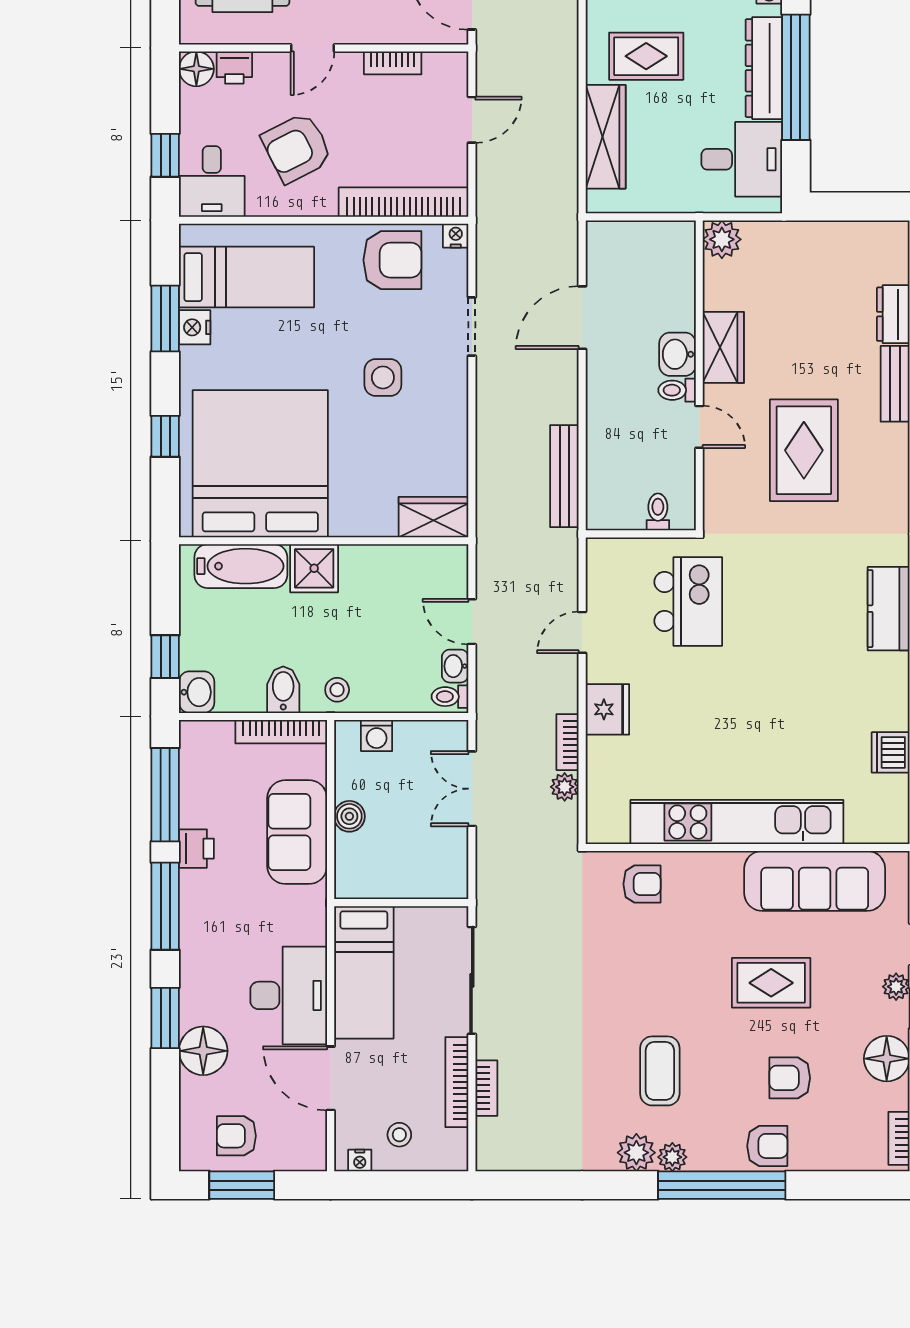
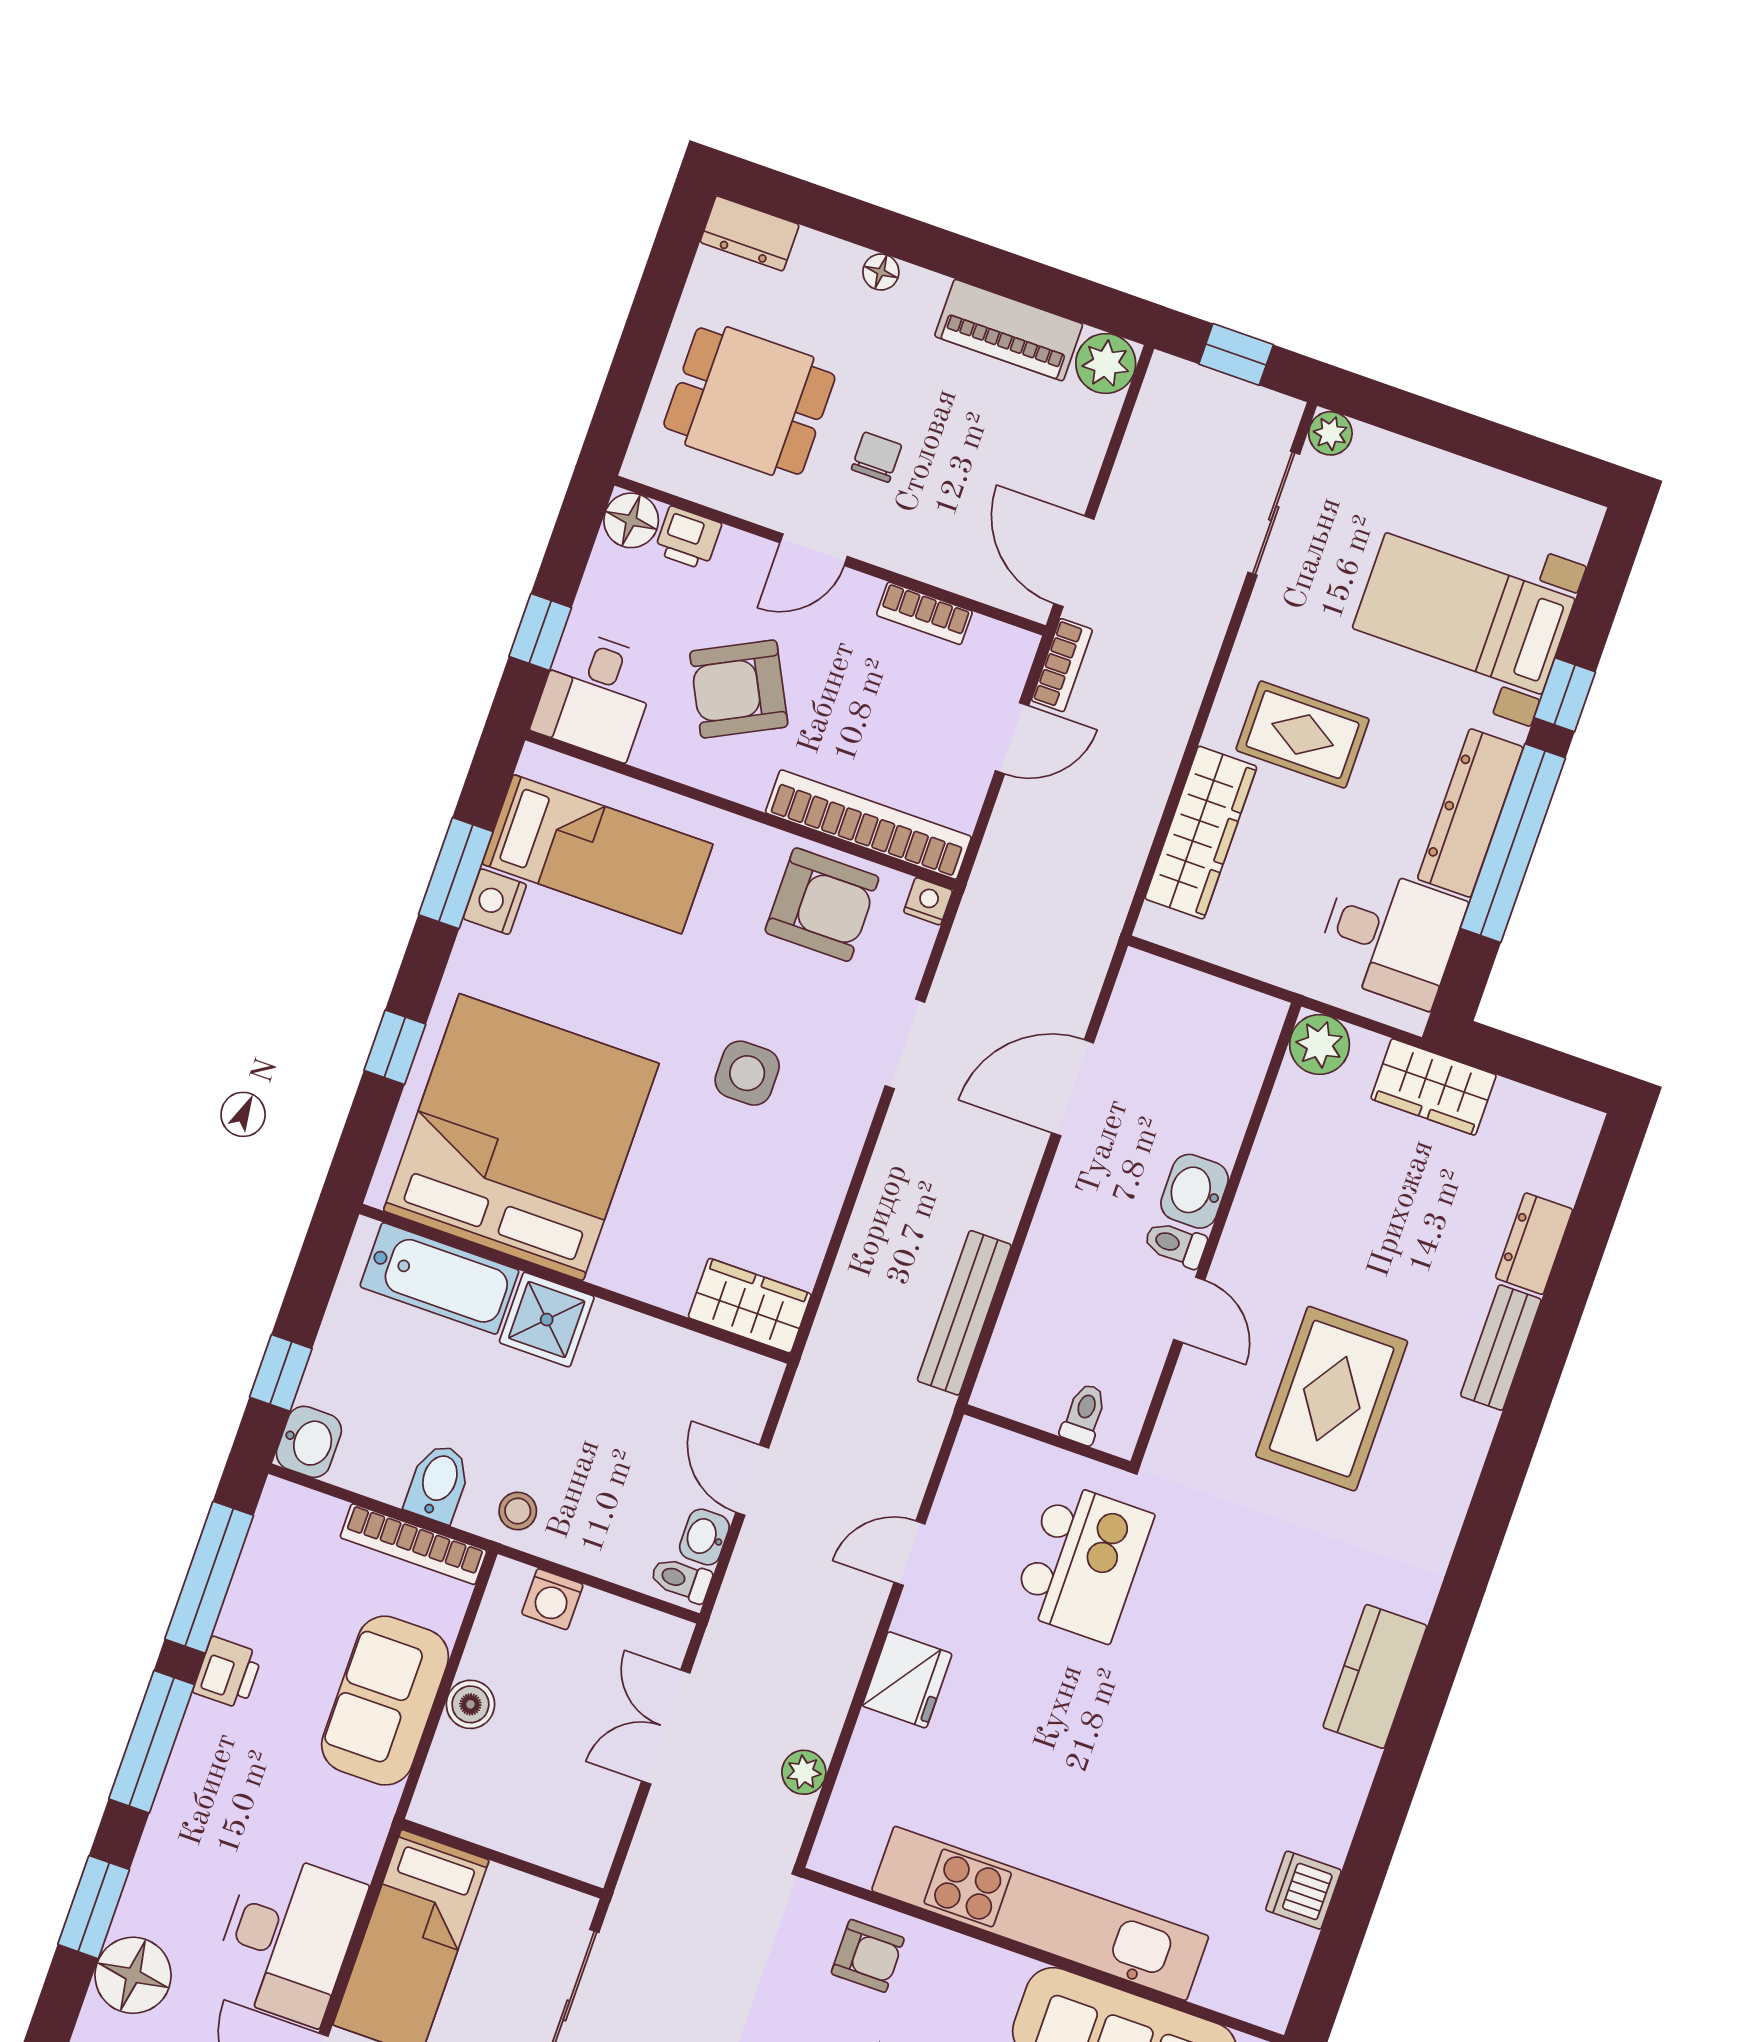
wardrobe: (723, 347) -> (1434, 1087), moved, turned 90
bookcase: (567, 742) -> (1062, 665), moved, turned 180

